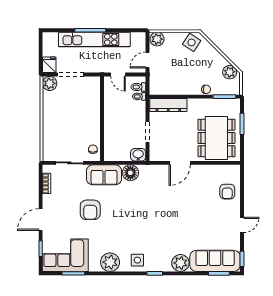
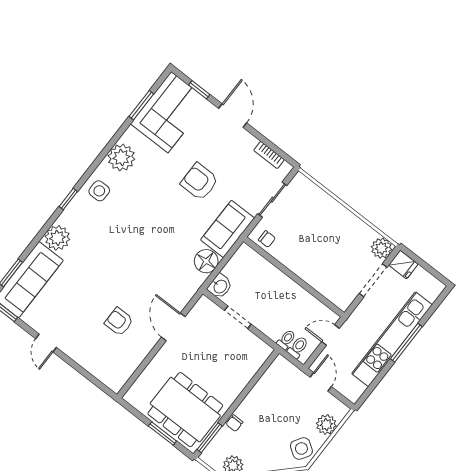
plant: (157, 39) -> (326, 425), moved
dresser: (168, 105) -> (250, 366), removed
dining table: (216, 138) -> (185, 410), moved
armchair: (227, 192) -> (119, 322), moved

